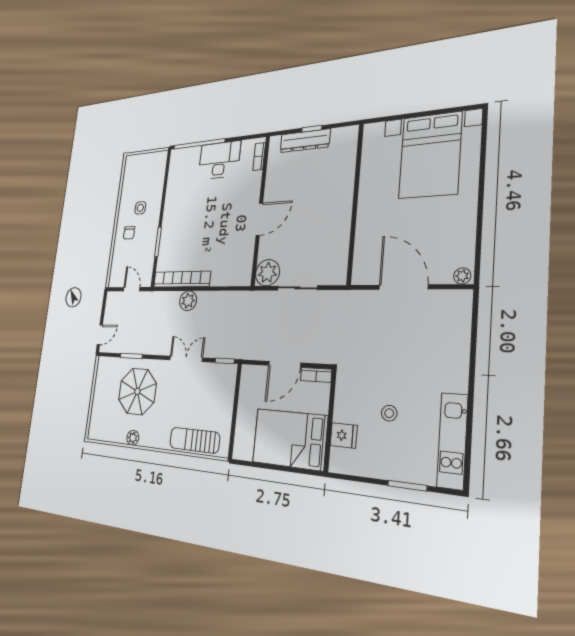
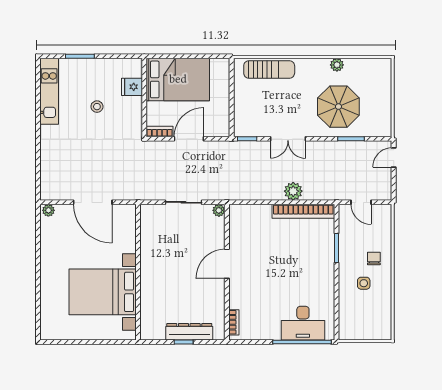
bed with nightstands: (430, 155) -> (103, 292), moved, turned -90
desk: (219, 160) -> (303, 323), moved
plant: (267, 273) -> (219, 210), width x0.53, depth x0.53

